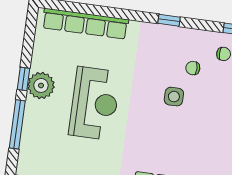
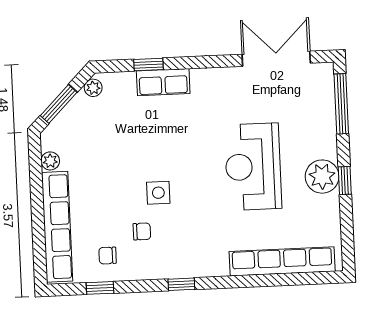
window: (17, 124) -> (341, 104), moved

